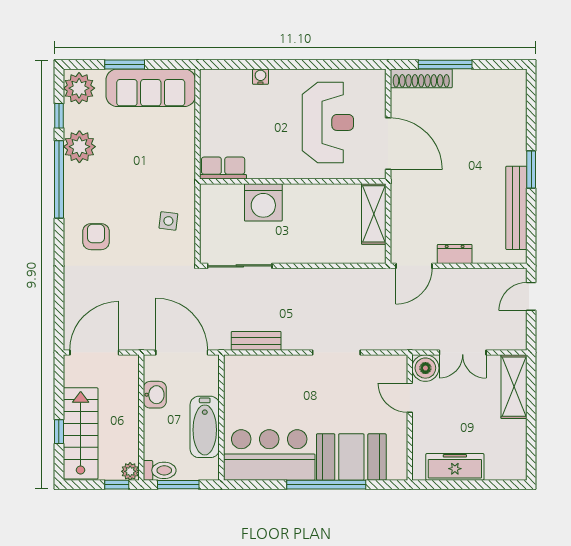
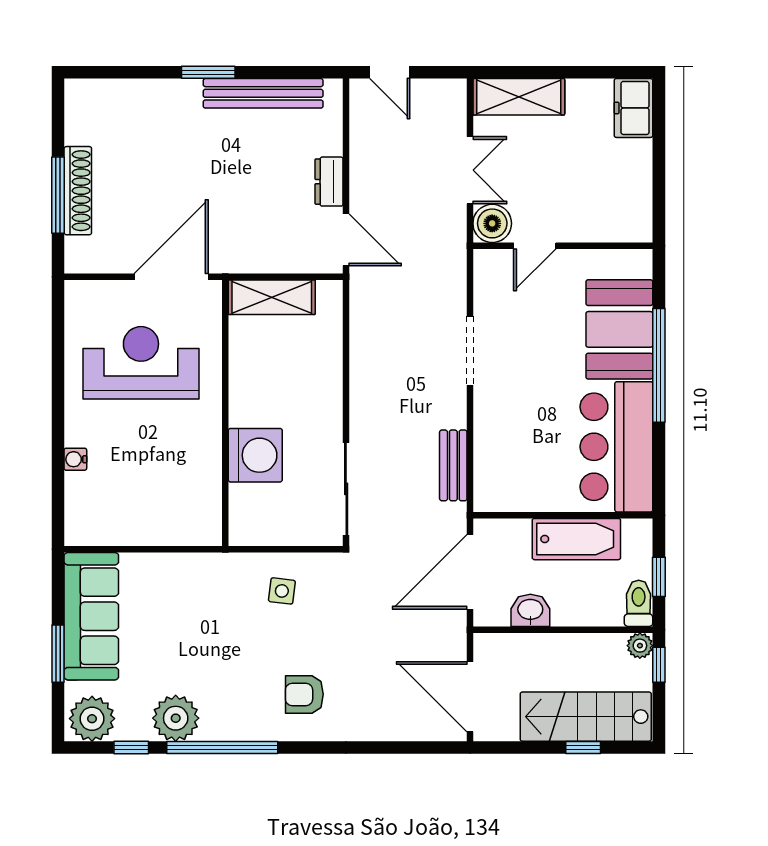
shoe rack: (421, 78) -> (78, 191), moved
row of seats: (223, 168) -> (206, 513), removed
freezer: (455, 467) -> (633, 108), moved, width x0.71
window: (178, 485) -> (659, 577), width x0.67

